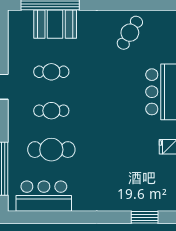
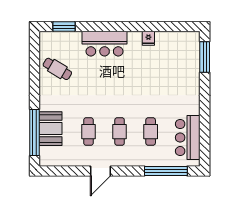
cafe table: (51, 150) -> (151, 132), width x0.73, depth x0.74
window: (145, 217) -> (205, 57), width x1.44

